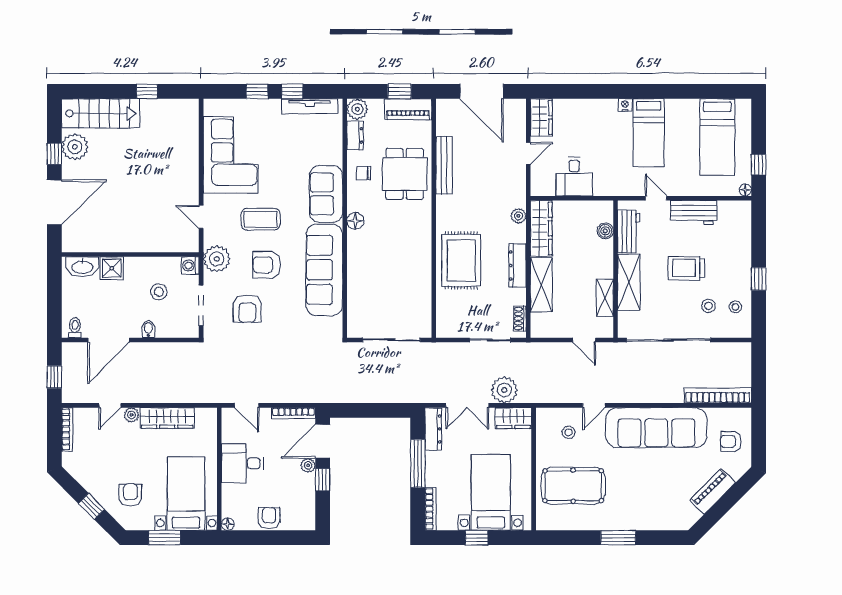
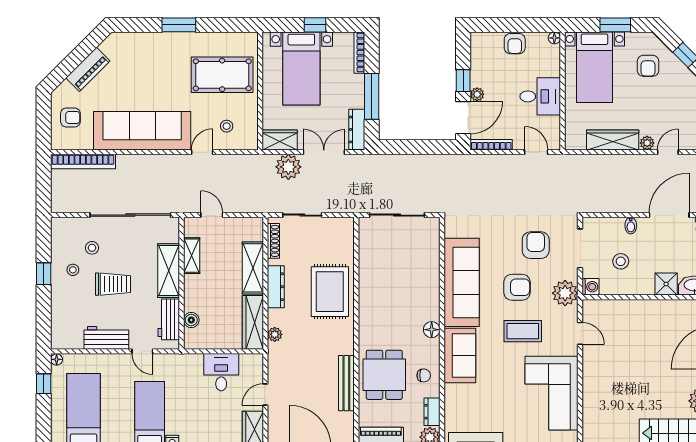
stool: (735, 307) -> (73, 270), moved
shoe rack: (520, 319) -> (273, 241), width x1.43

